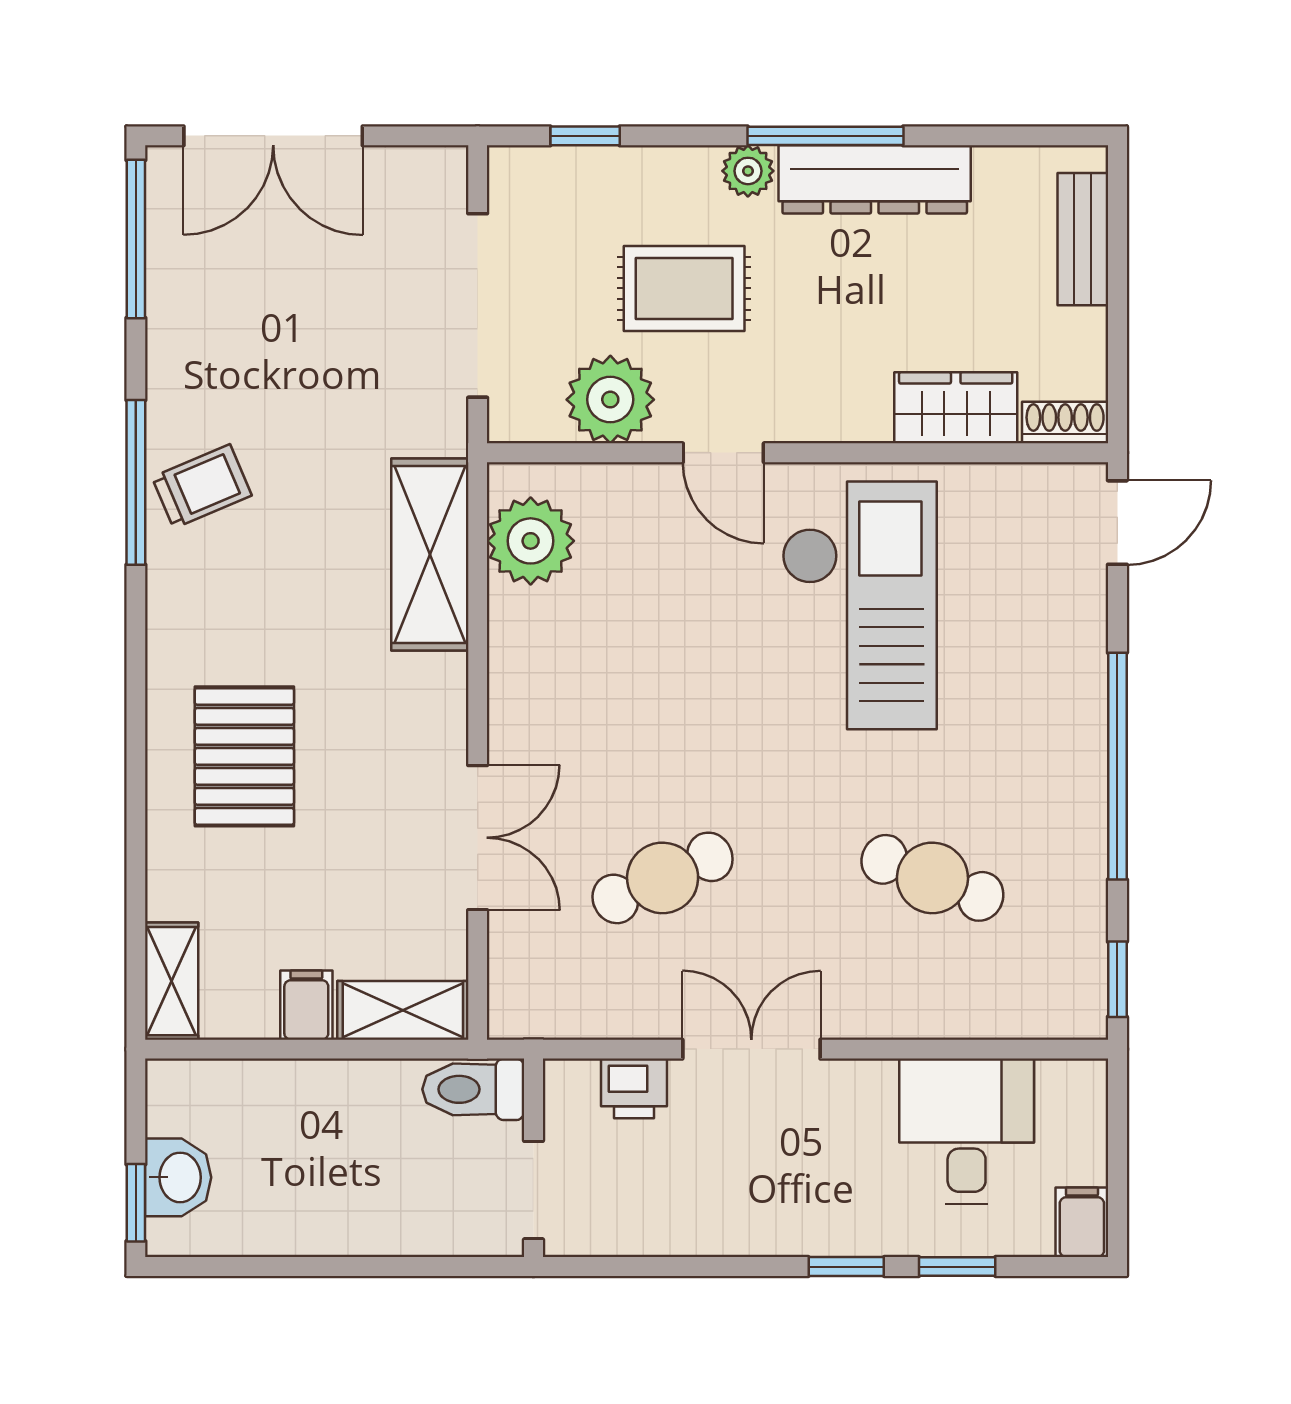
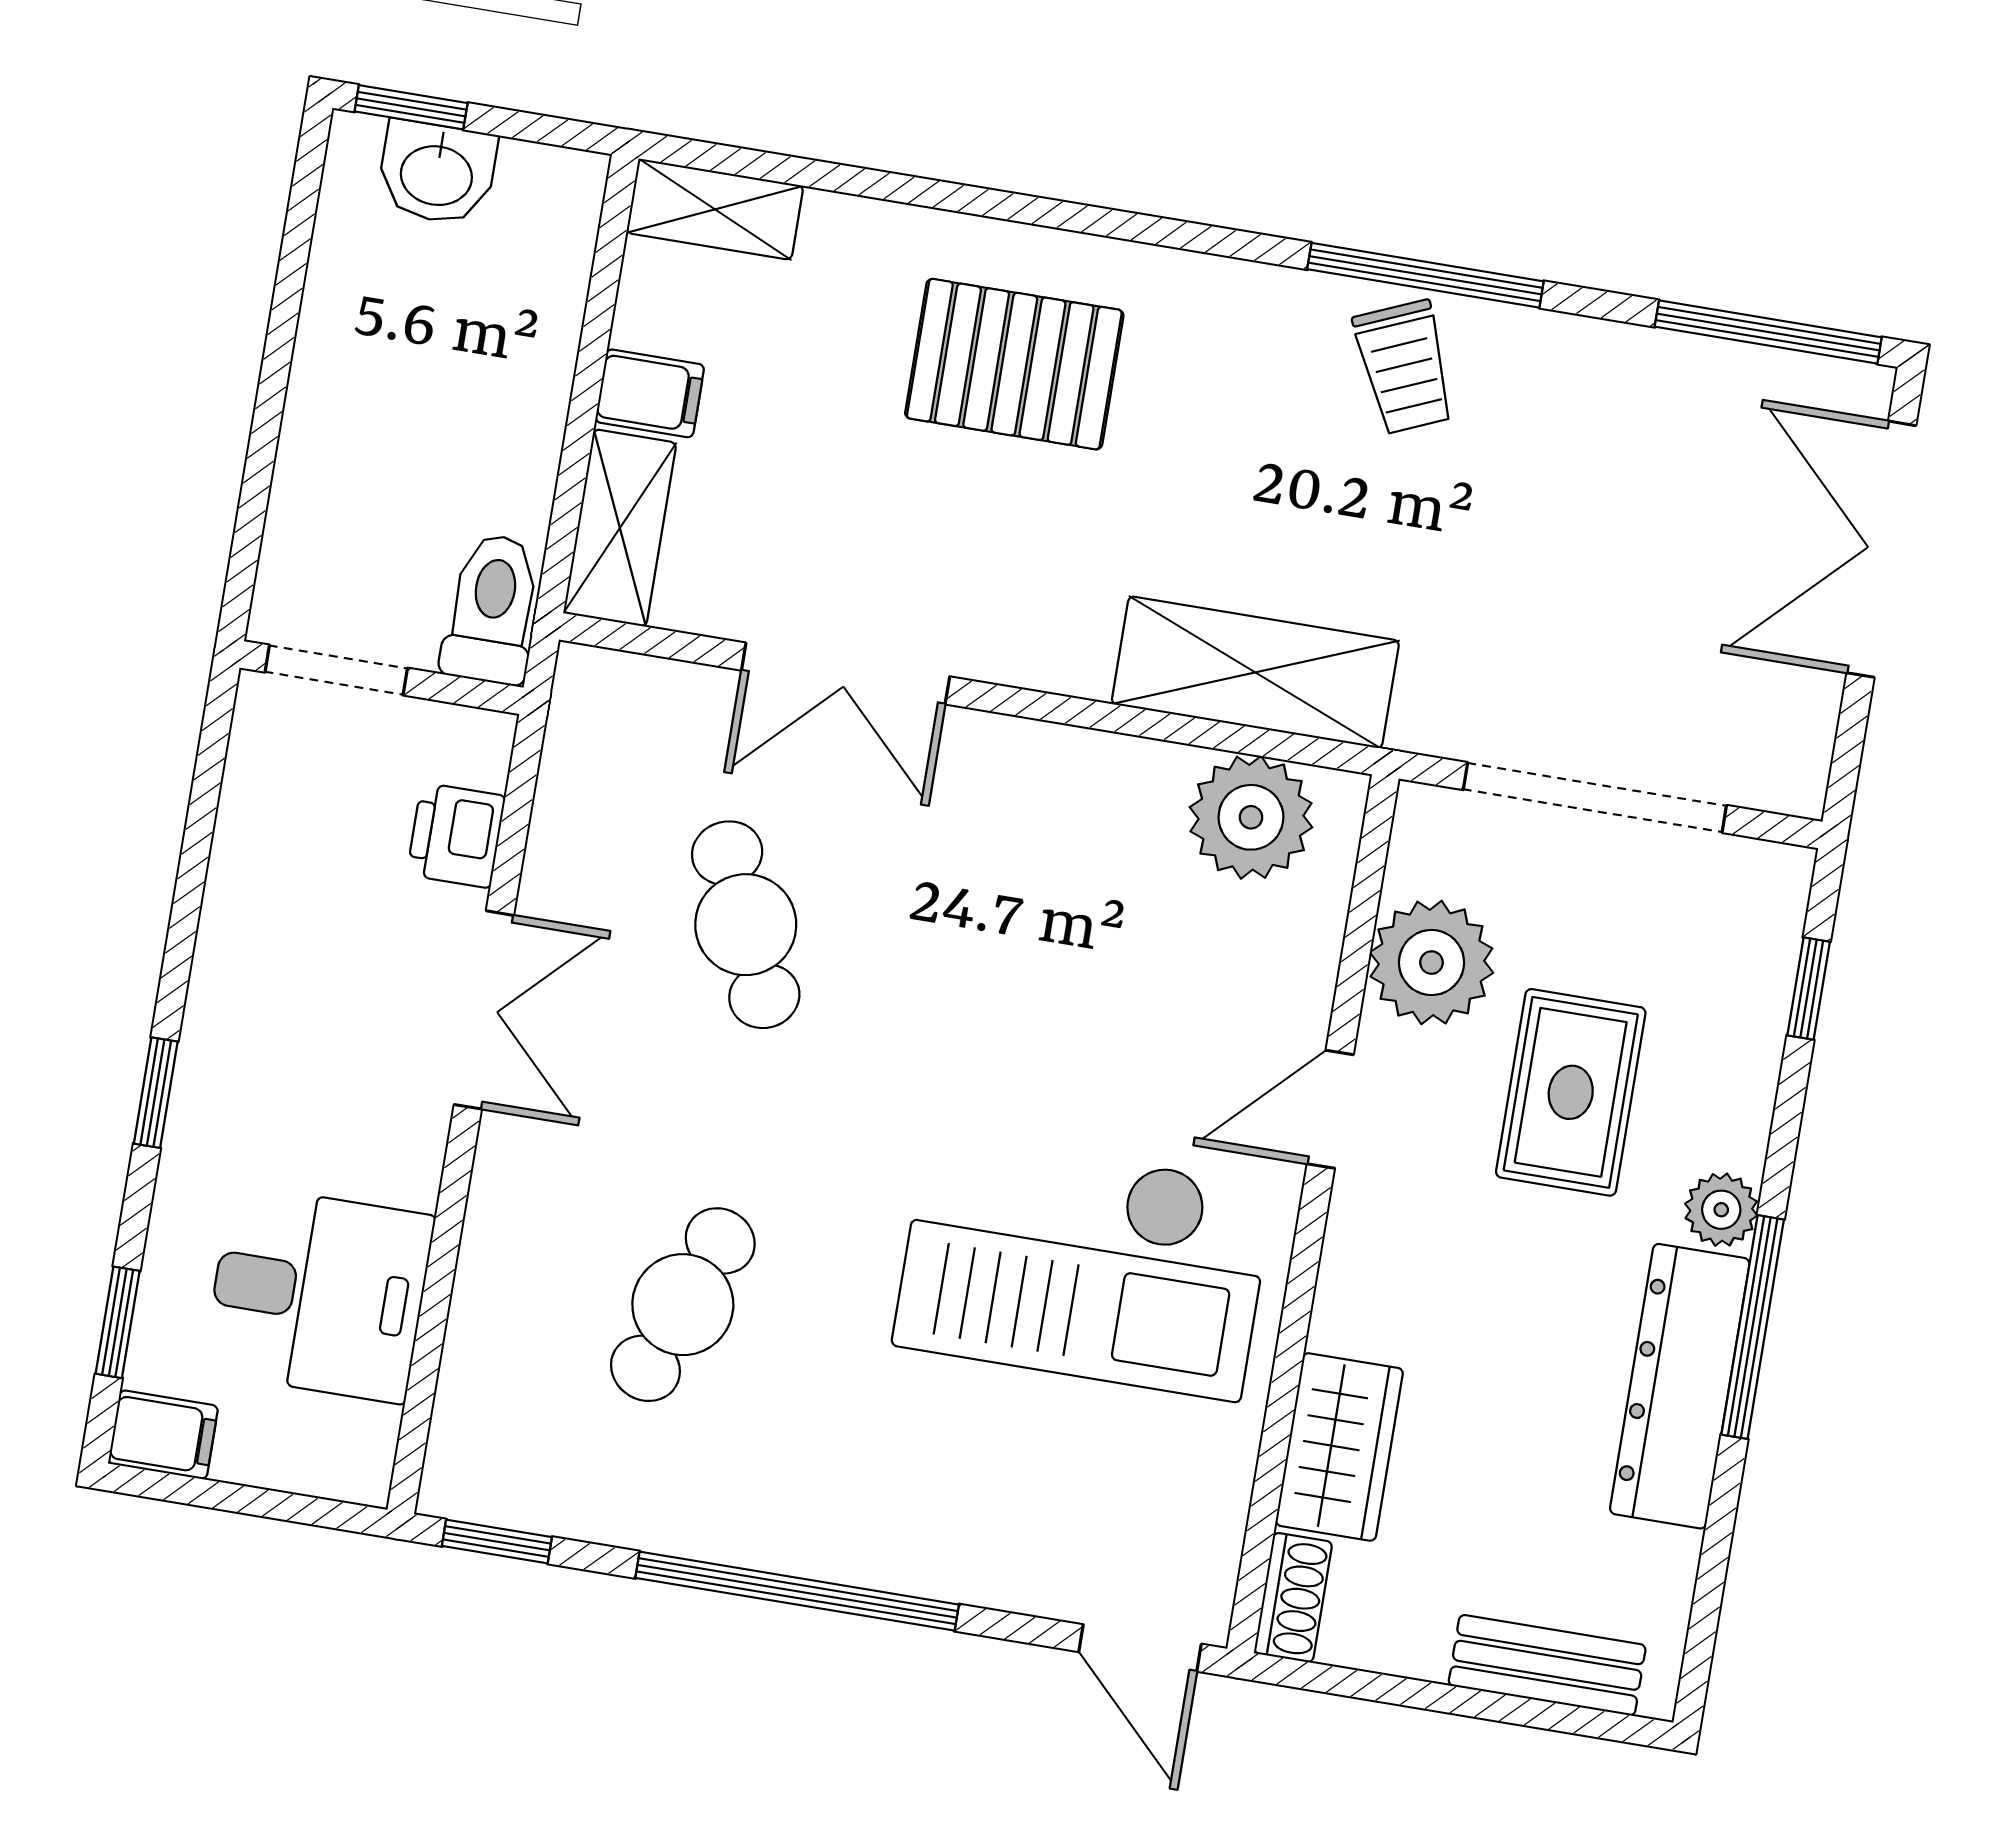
window: (957, 1267) -> (118, 1322), moved

